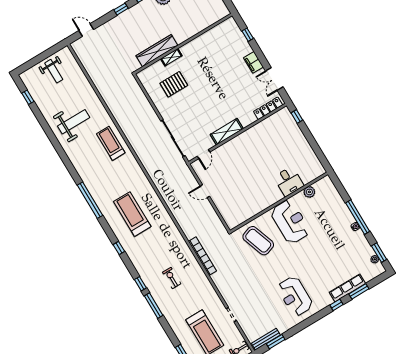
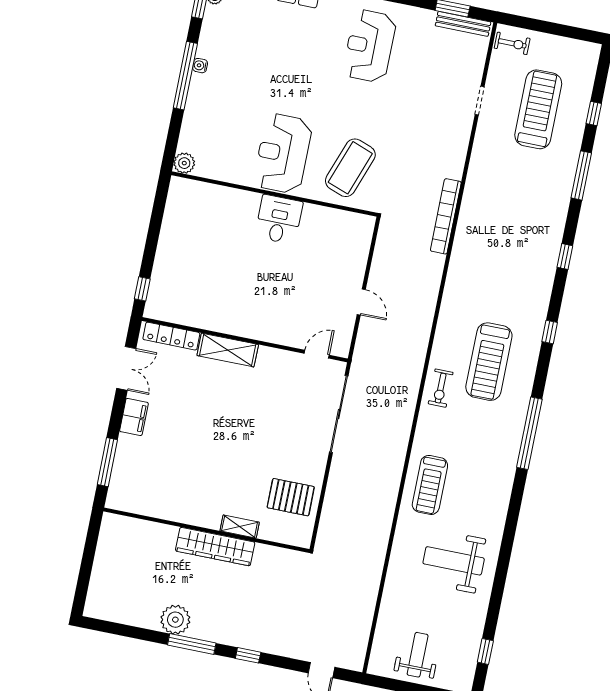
window: (248, 35) -> (107, 462), width x2.17
wardrobe: (157, 51) -> (215, 547), moved
pallet: (174, 84) -> (291, 497), moved
shelving: (227, 132) -> (228, 350), moved
desk: (289, 181) -> (279, 219), moved
plant: (309, 192) -> (184, 163), moved
coffee table: (258, 241) -> (350, 168), turned 39
exercise bike: (172, 278) -> (441, 388), moved
reception desk: (295, 296) -> (370, 46), turned 180
window: (154, 306) -> (581, 175), moved

